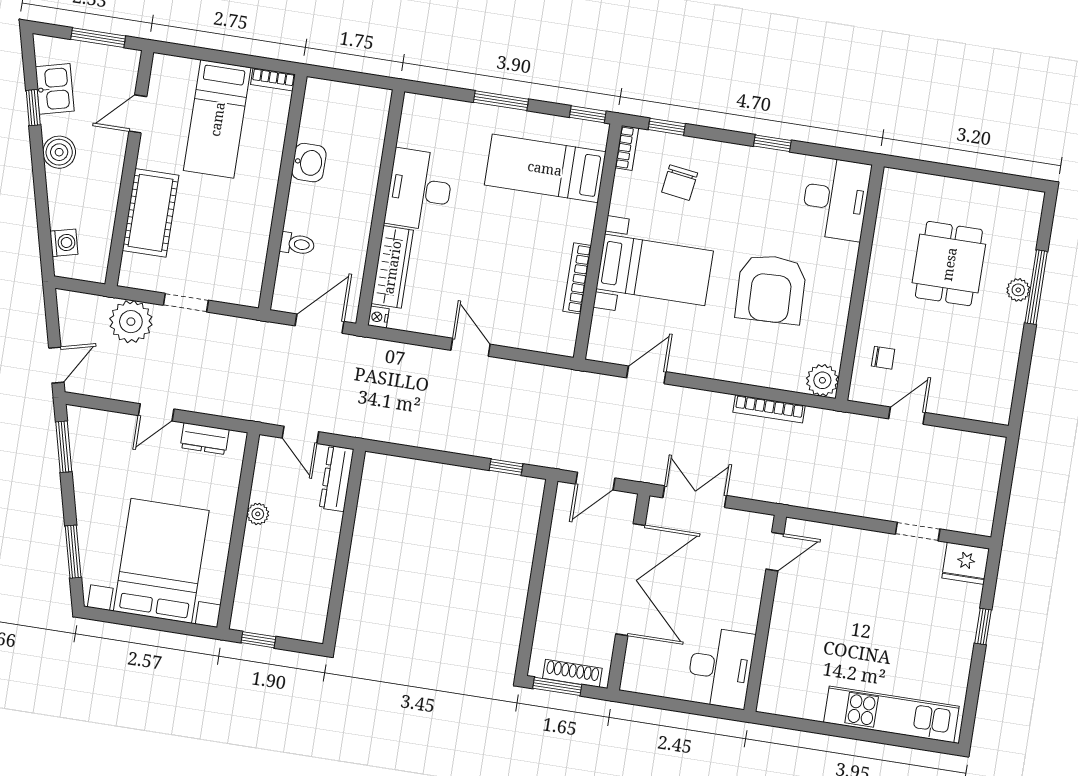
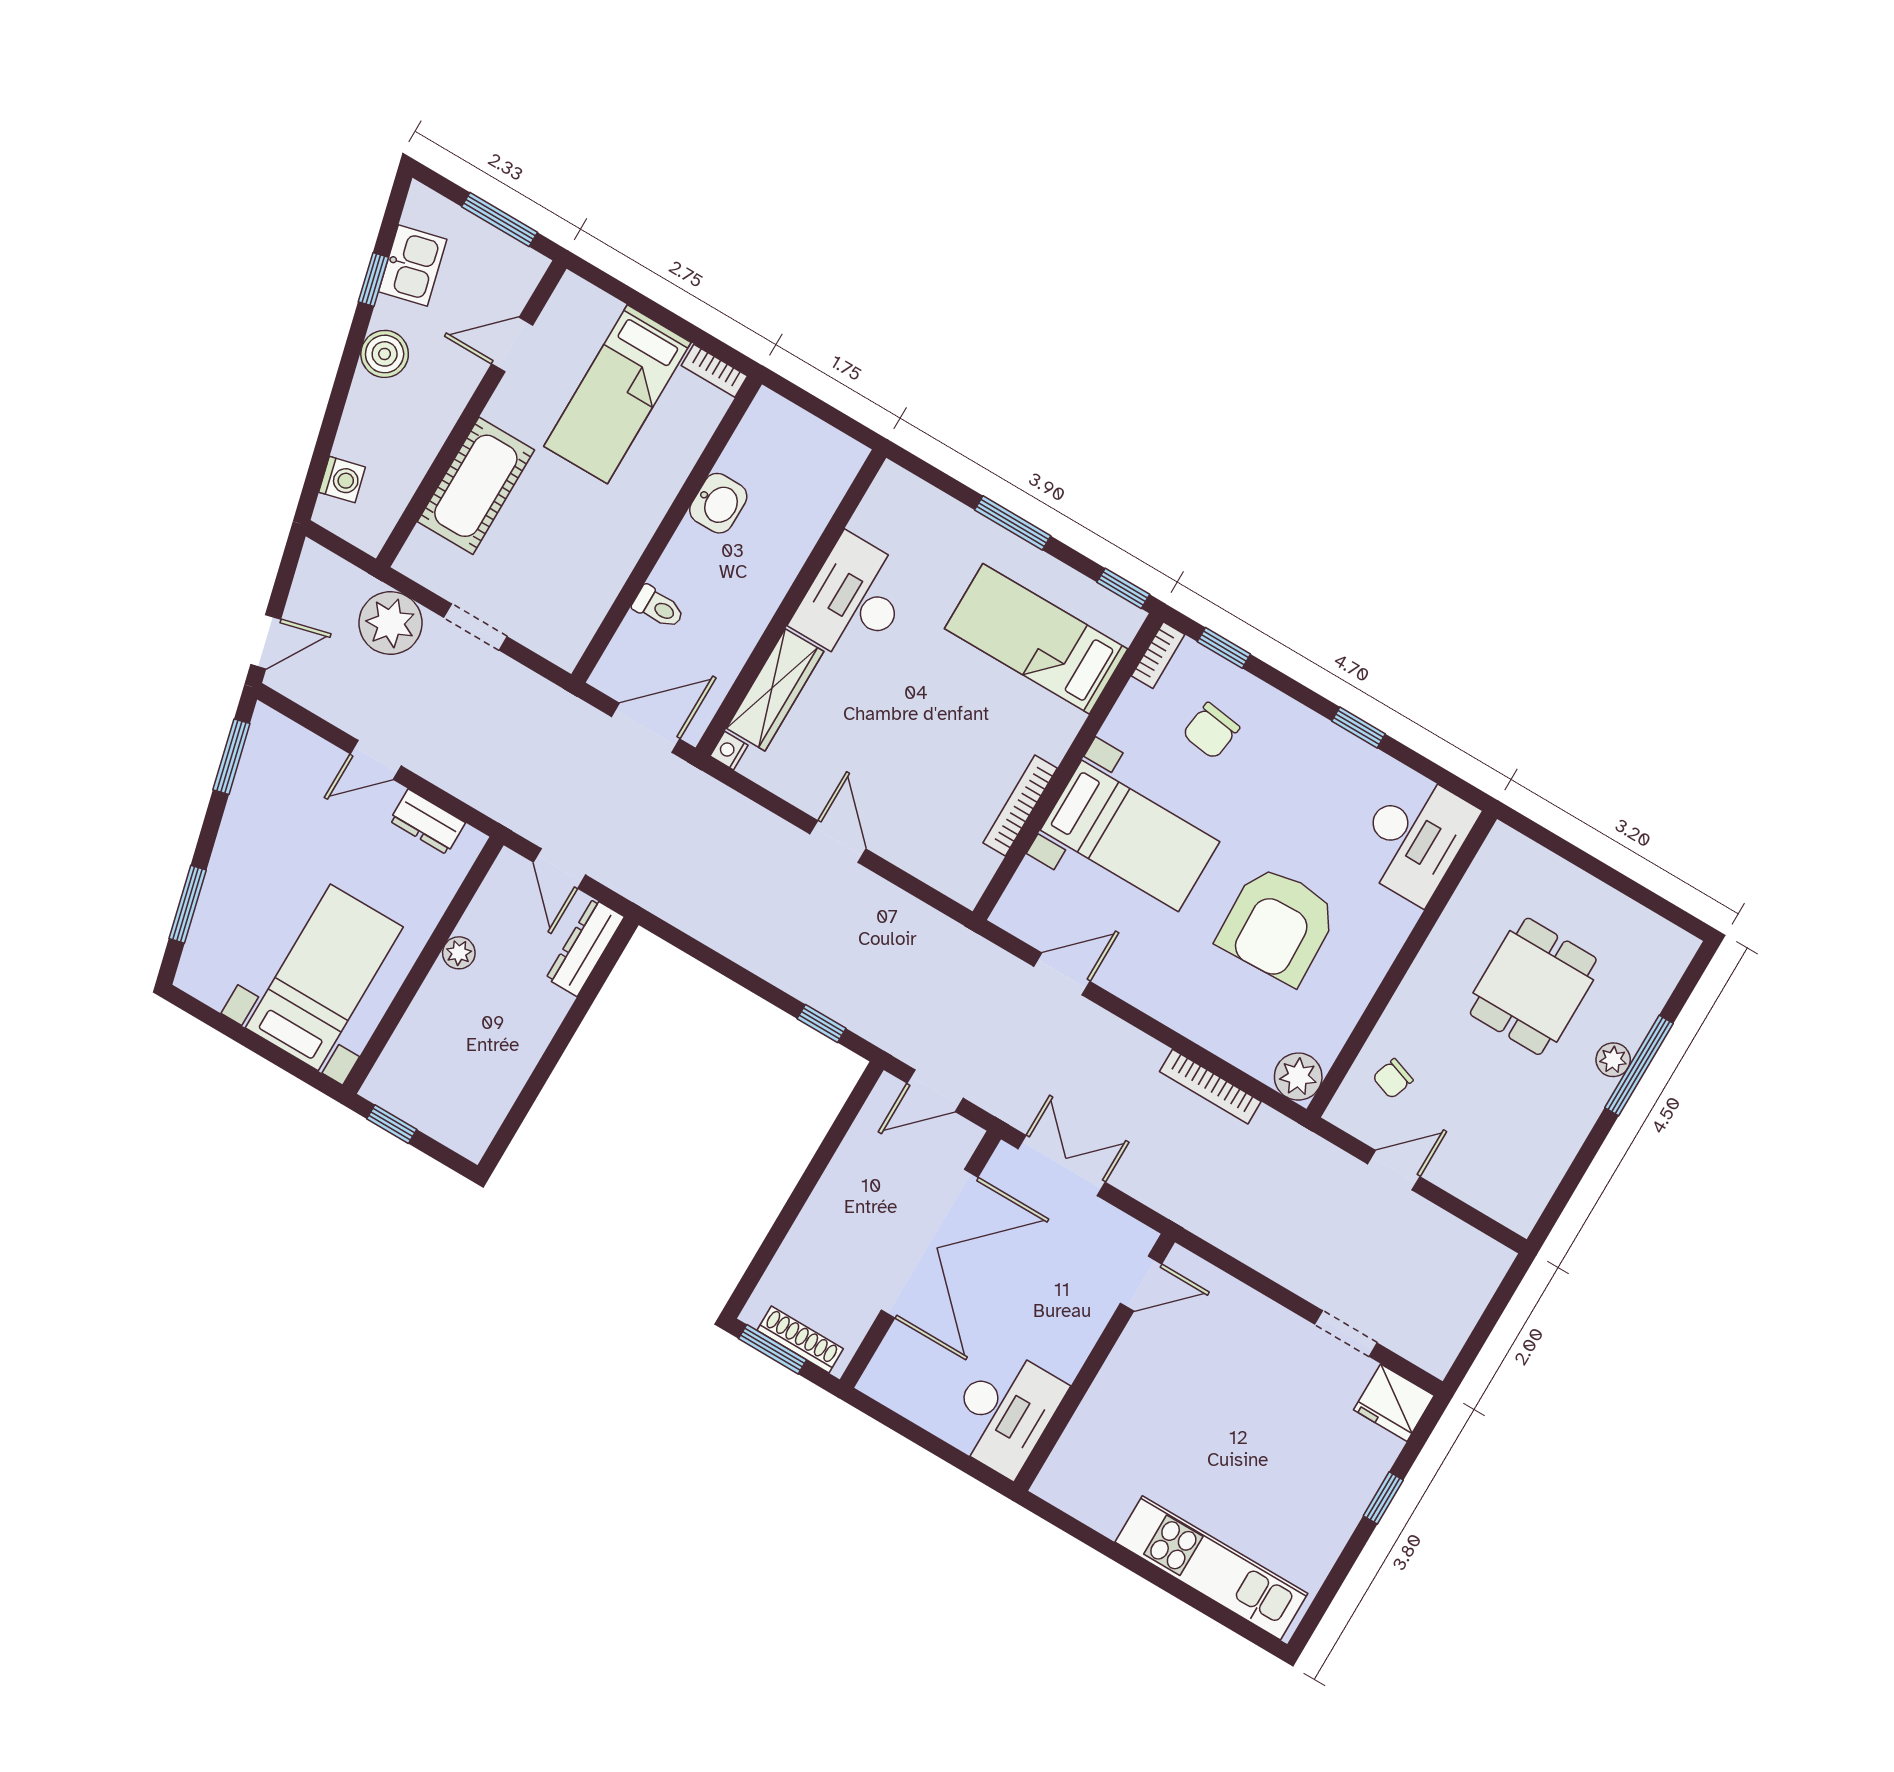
chair: (883, 358) -> (1393, 1079), turned 109
bed with nightstands: (161, 561) -> (324, 977), width x0.73

